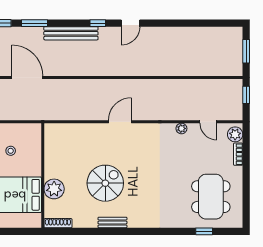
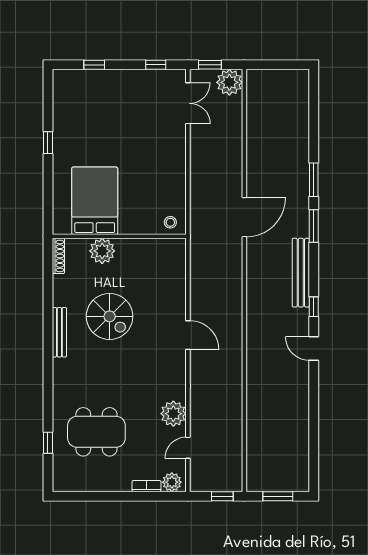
plant: (181, 128) -> (173, 414), width x1.88, depth x1.88
stool: (11, 151) -> (170, 222), moved
dining table: (211, 197) -> (96, 432), moved
bench: (112, 222) -> (59, 332), width x1.36

